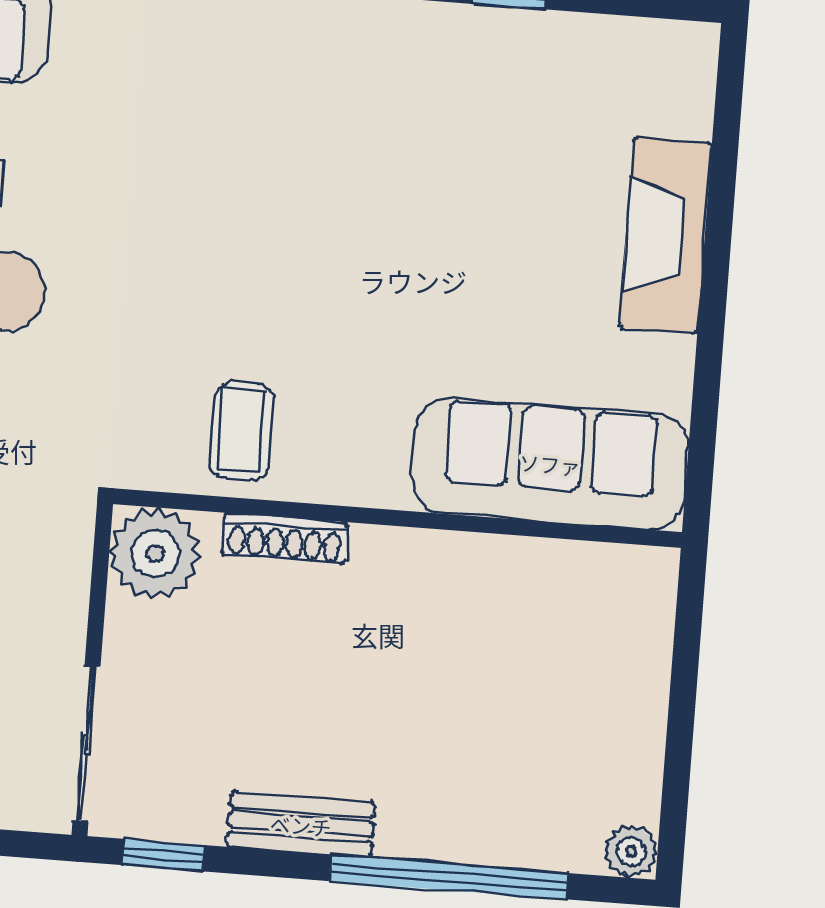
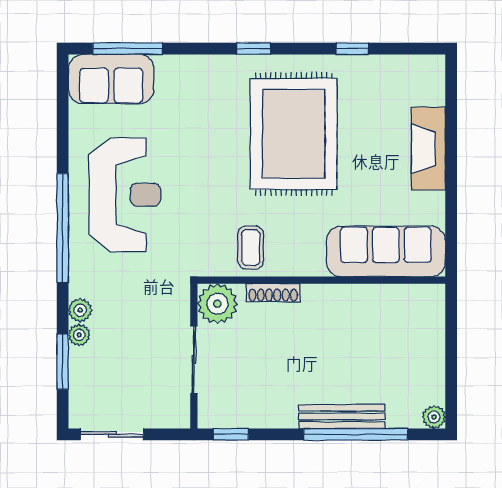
rug: (360, 179) -> (294, 134), added
sliding door: (87, 744) -> (194, 360), moved
bench: (301, 825) -> (342, 416), moved, width x1.36

